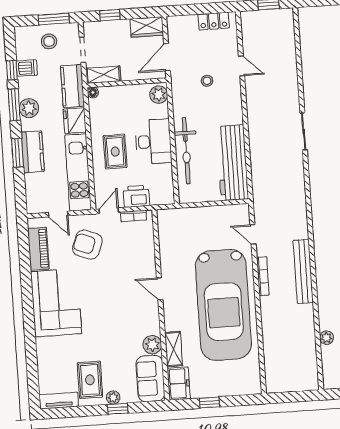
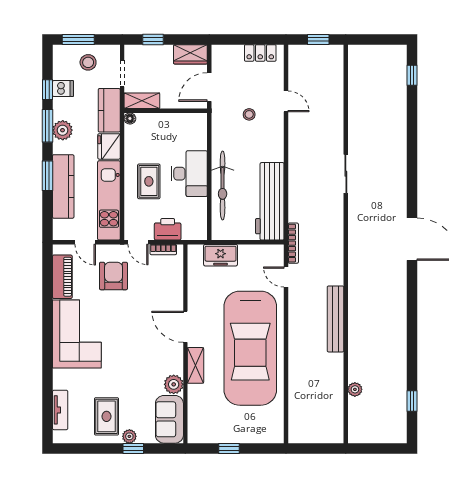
window: (54, 19) -> (78, 39), moved
plant: (159, 95) -> (198, 125), removed
kitchen counter: (33, 152) -> (63, 186), width x1.50
door: (109, 211) -> (138, 242), swing flipped
armchair: (87, 245) -> (113, 276), turned 69
bookcase: (263, 276) -> (293, 243), moved
door: (160, 289) -> (185, 327), width x1.38
shelving: (174, 349) -> (195, 365), moved
freezer: (179, 384) -> (221, 255), moved, turned 90
tv unit: (59, 401) -> (60, 410), moved, turned 90

